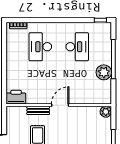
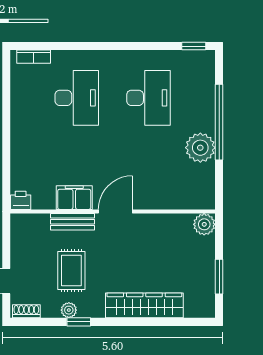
desk: (40, 47) -> (77, 98), turned 180
printer: (16, 97) -> (21, 200), width x0.53, depth x0.68
filing cabinet: (39, 98) -> (74, 198), added

